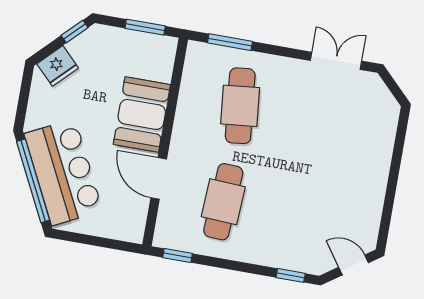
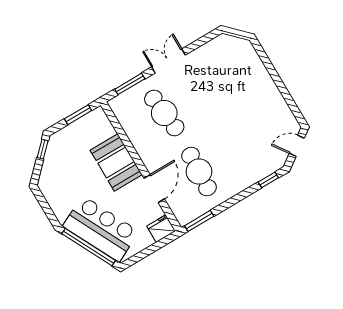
double door: (336, 61) -> (169, 61), moved
fridge: (58, 66) -> (161, 229), moved, turned -135
door: (159, 178) -> (154, 189), swing flipped
window: (177, 255) -> (199, 221), width x1.50

